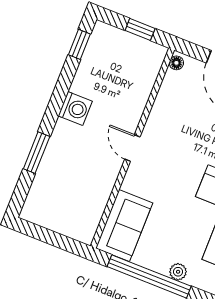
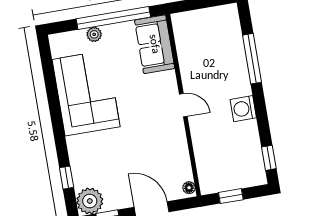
window: (37, 153) -> (252, 59), width x1.44

